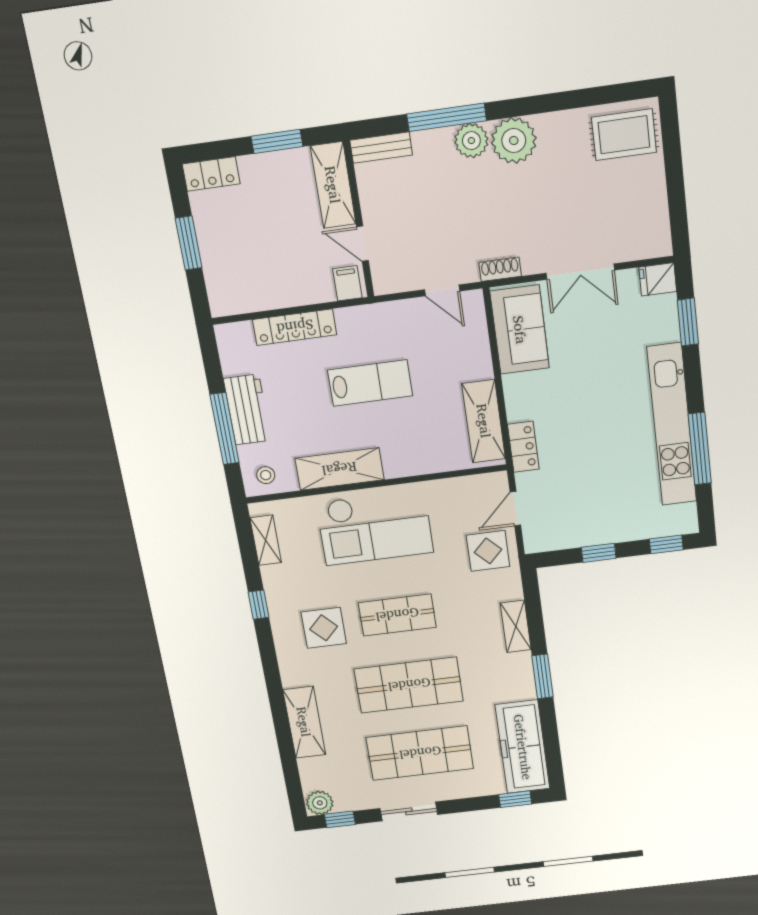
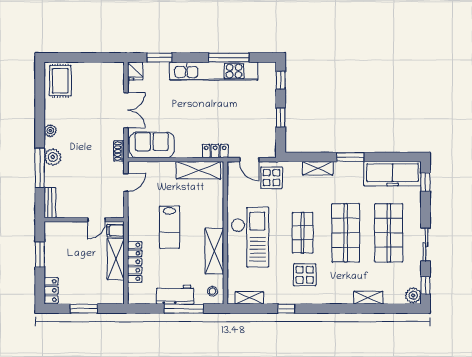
plant: (514, 140) -> (50, 131), width x0.53, depth x0.53
shelving: (333, 185) -> (116, 259), moved, turned 90
lab bench: (370, 383) -> (170, 227), turned 180
shelving: (304, 722) -> (368, 298), width x0.67, depth x0.75

